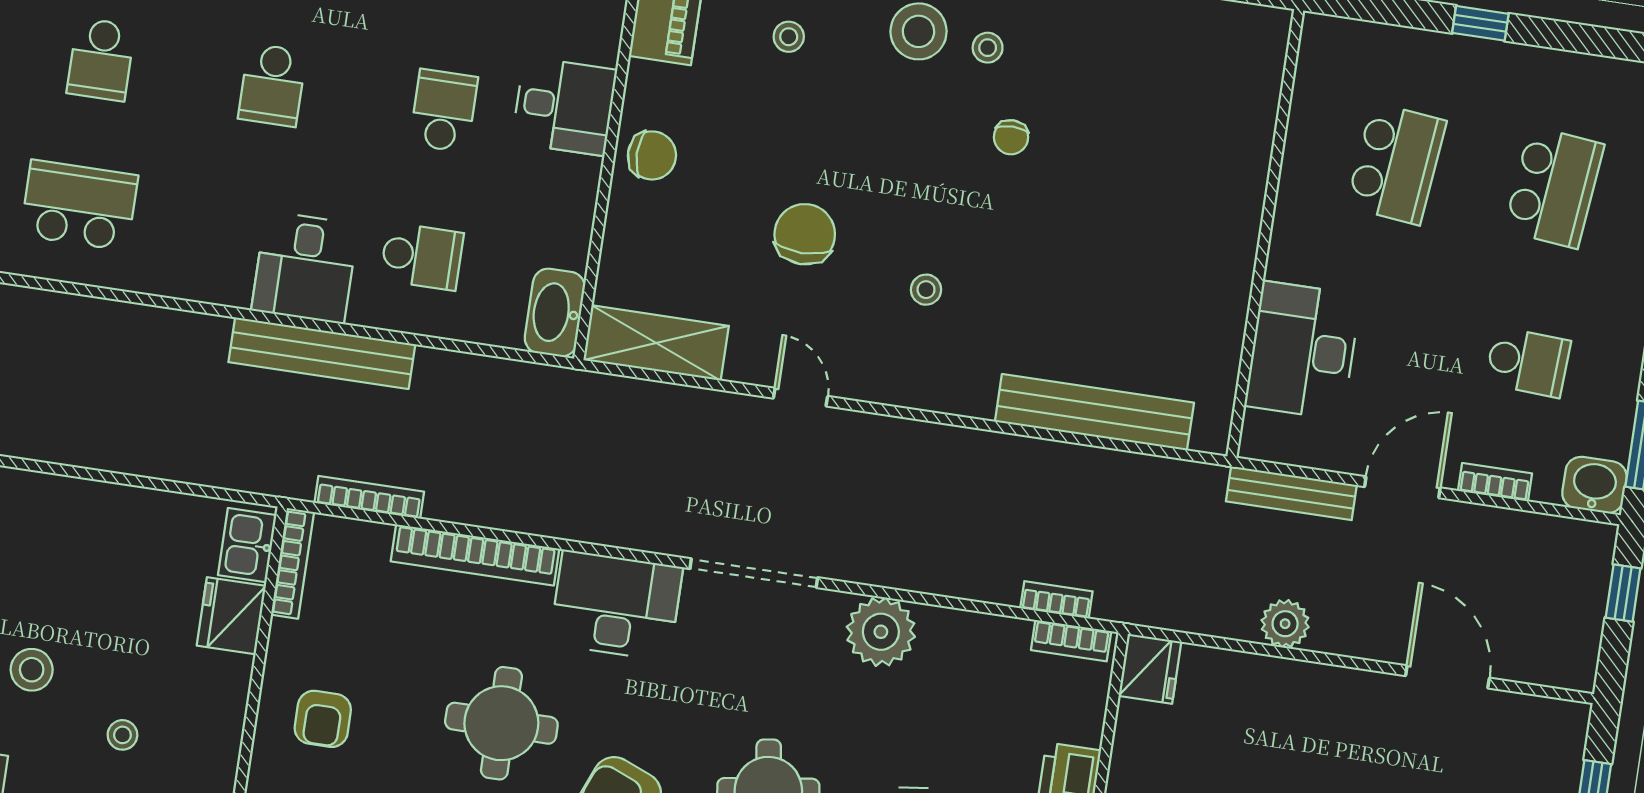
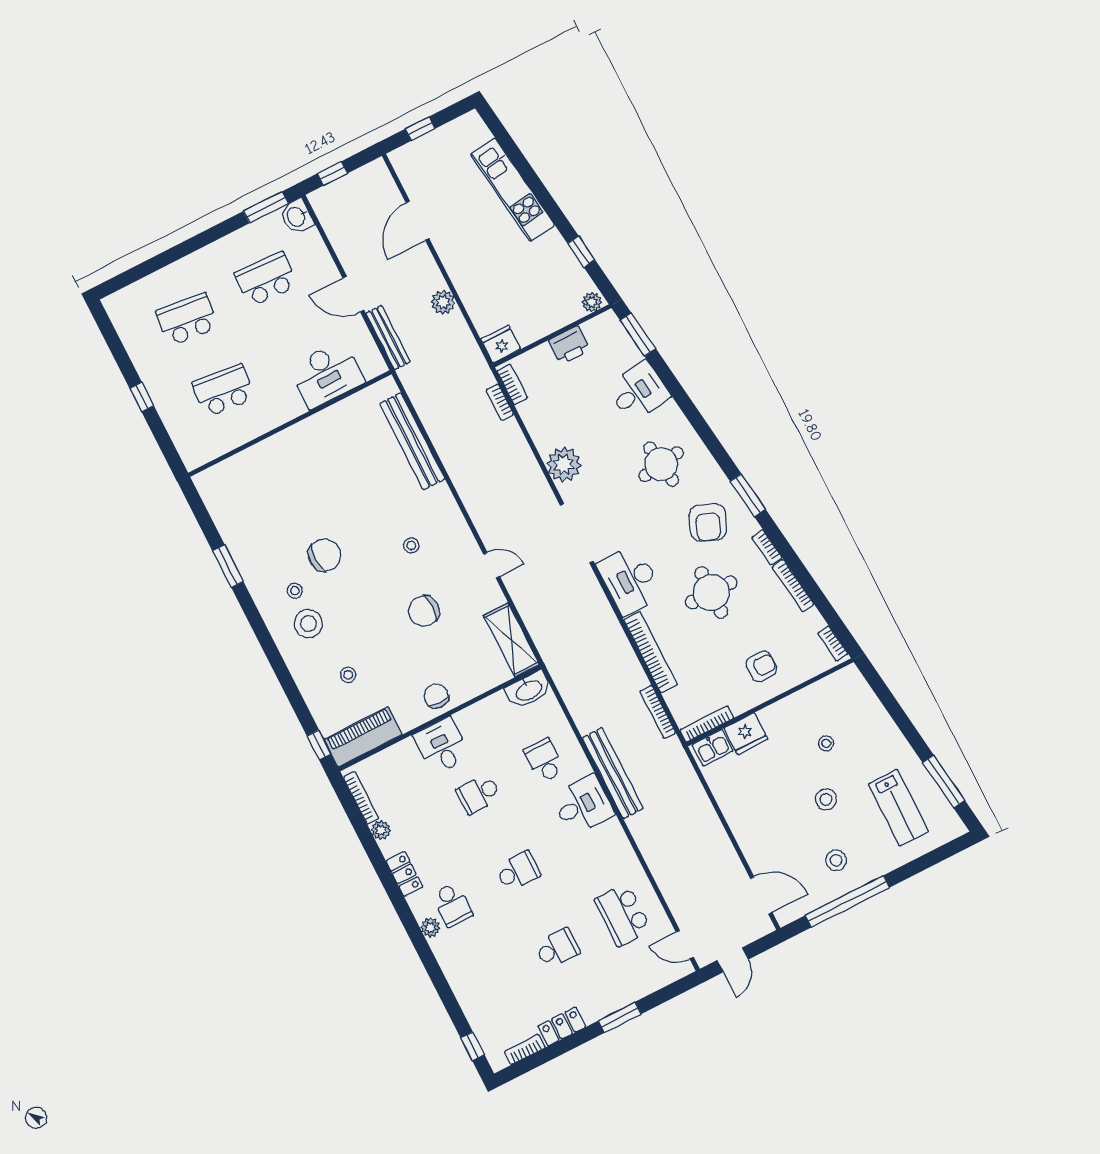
chair: (1011, 137) -> (325, 555), width x1.87, depth x1.87
school desk: (1528, 362) -> (266, 279), width x1.85
door: (800, 397) -> (492, 565), swing flipped
bookcase: (1495, 482) -> (324, 258), removed

